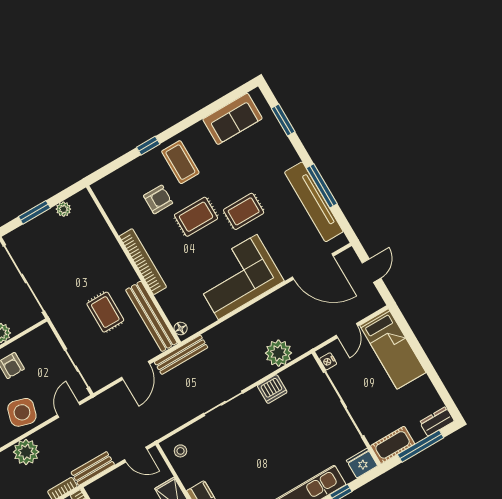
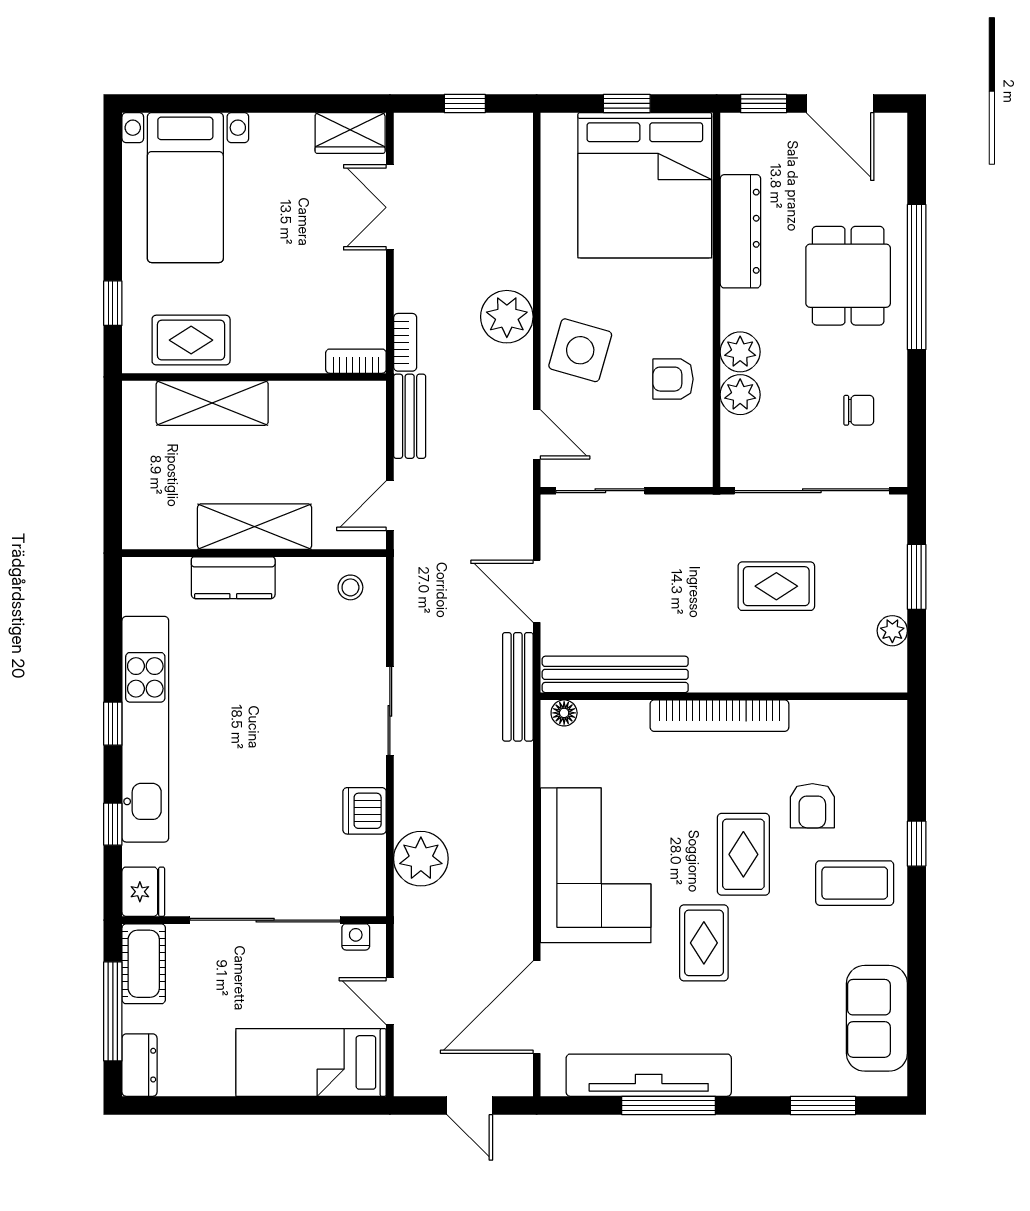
rug: (105, 312) -> (776, 586), moved

